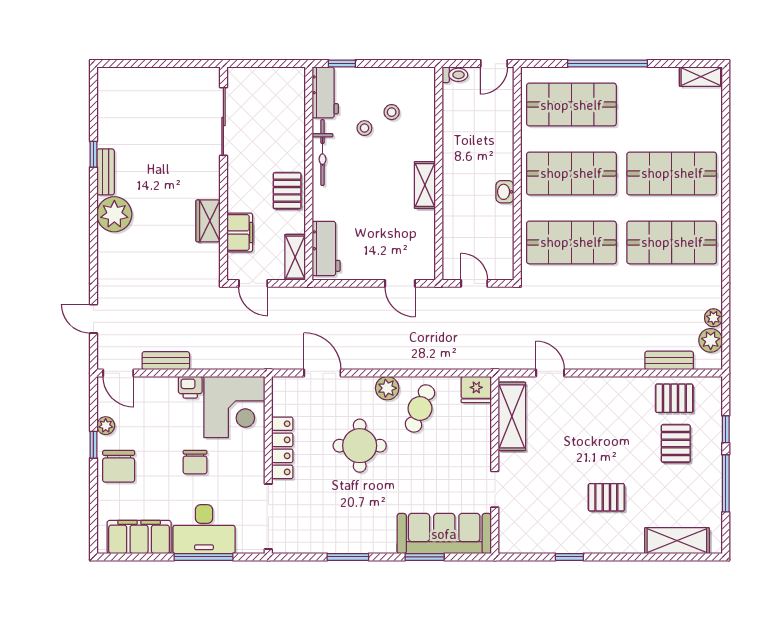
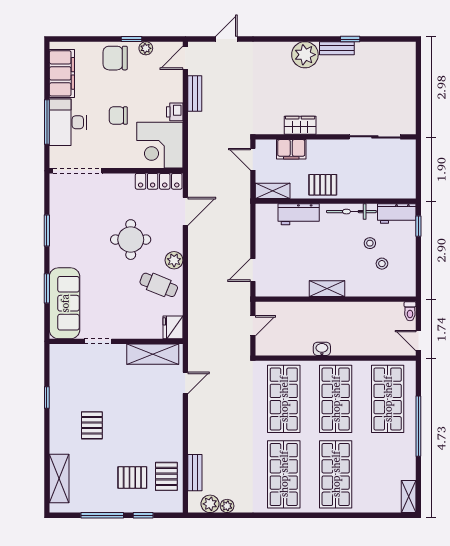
workbench: (326, 248) -> (299, 214), moved
door: (253, 283) -> (253, 159), hinge flipped
locker: (282, 448) -> (159, 181), moved

